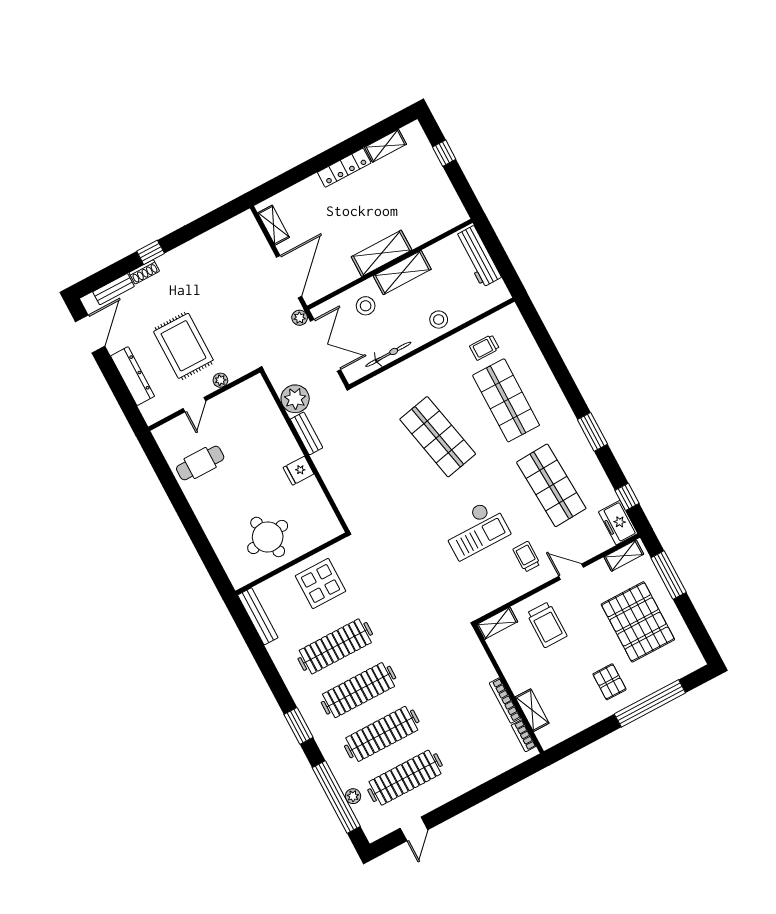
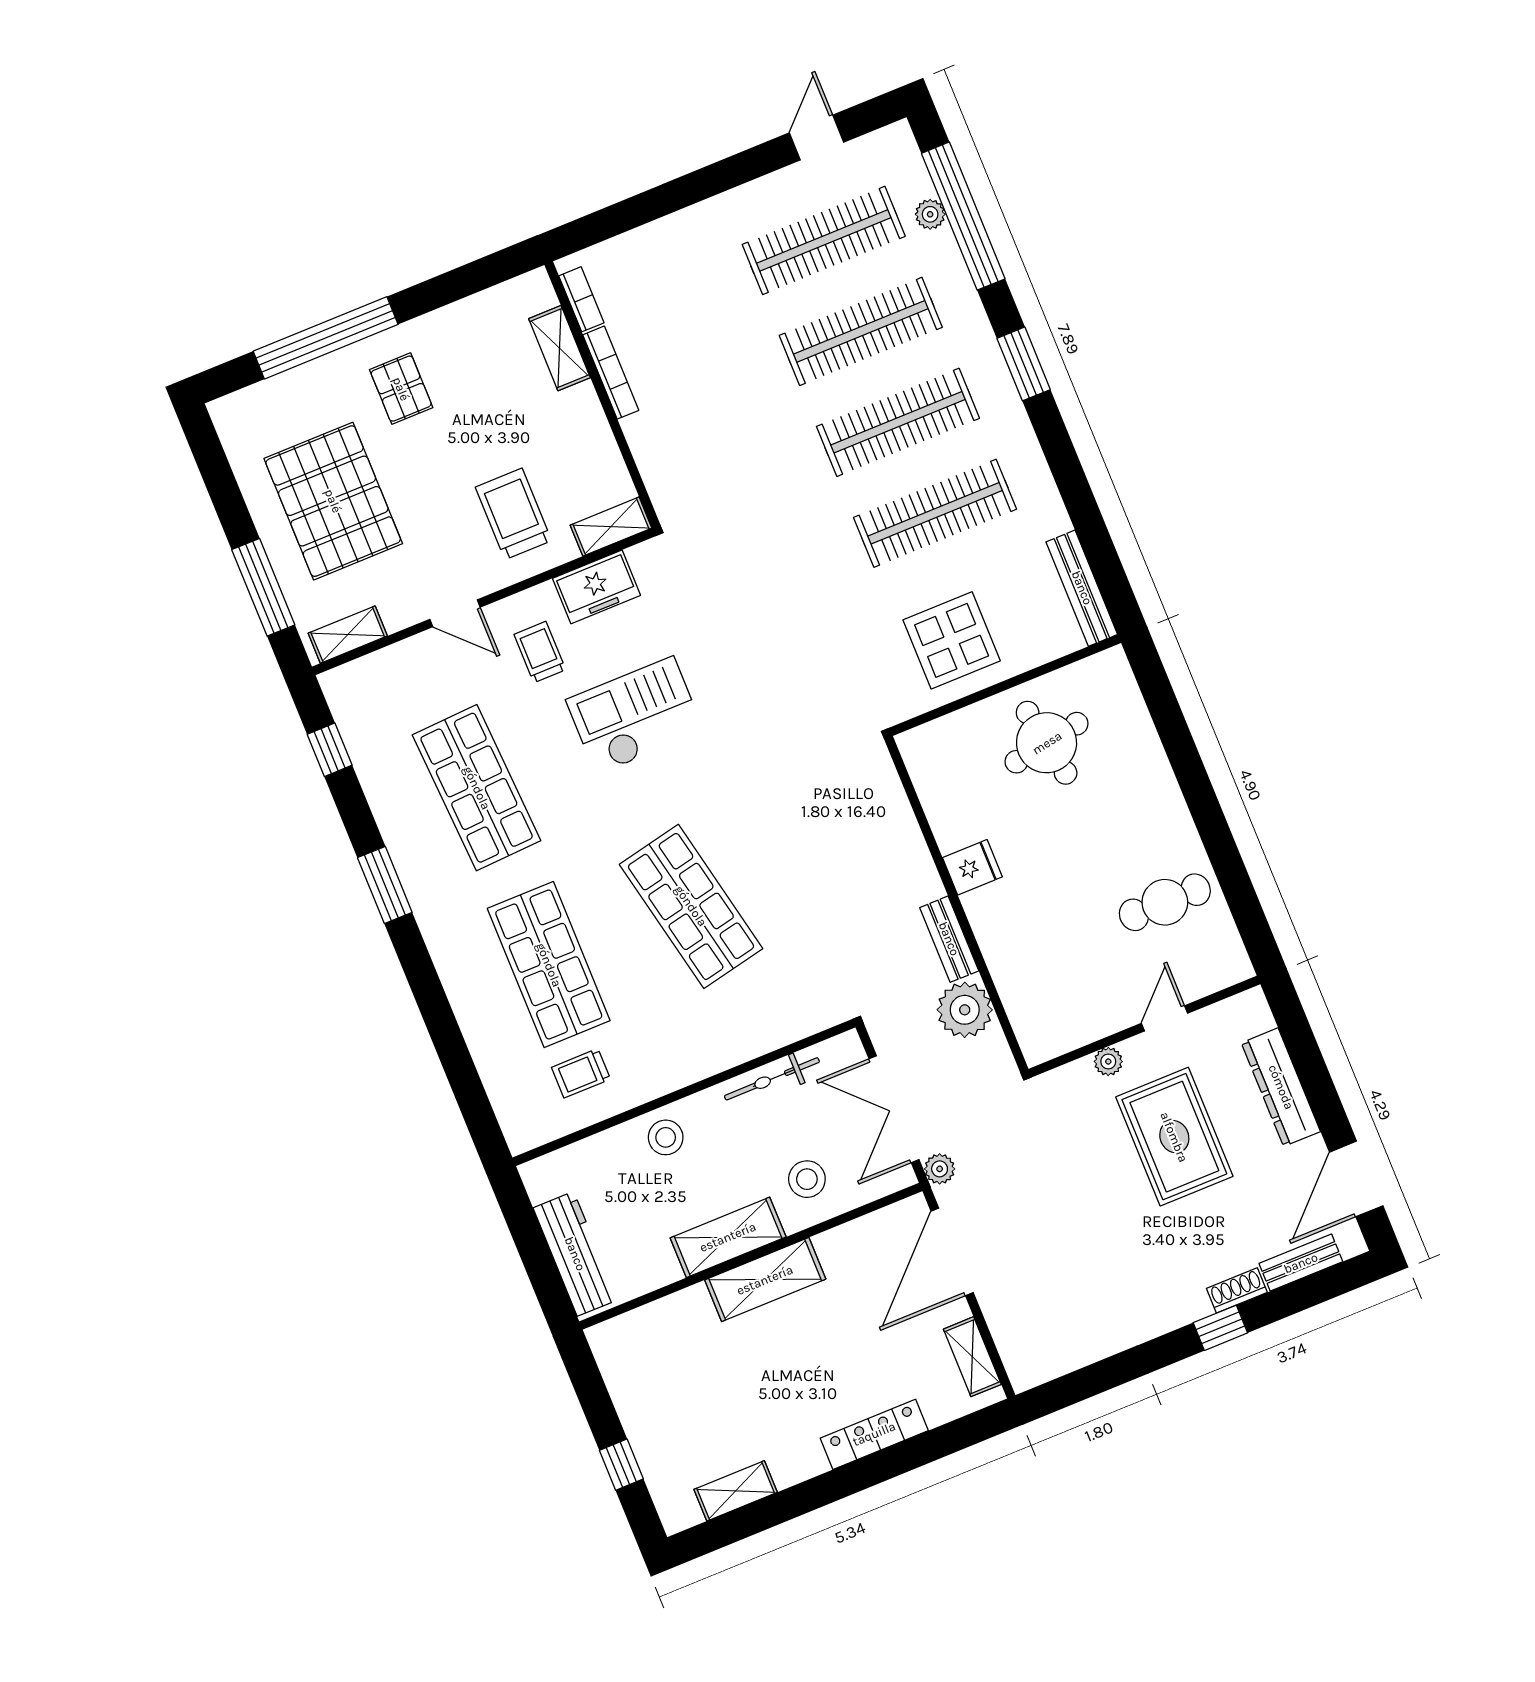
locker: (344, 168) -> (874, 1434), moved
trolley: (484, 347) -> (581, 1073), turned 180
freezer: (618, 523) -> (596, 587), moved, turned 90
trolley: (527, 557) -> (540, 652), turned 180

